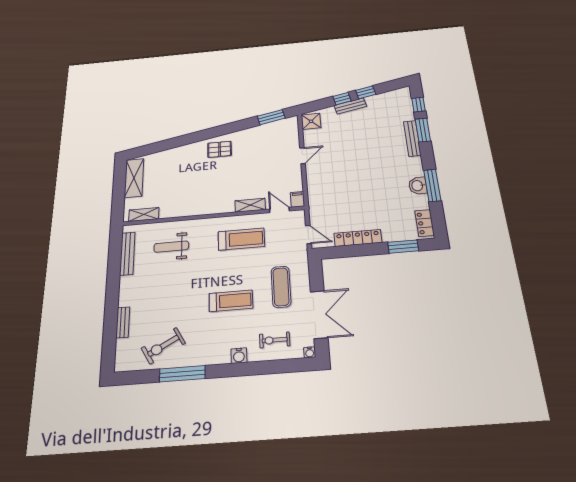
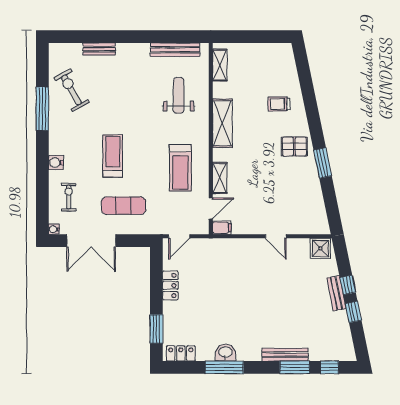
window: (271, 117) -> (323, 163), moved
pallet: (220, 149) -> (294, 146), turned 90
trolley: (181, 164) -> (279, 104), added
shelving: (134, 178) -> (222, 123), moved, turned 90
locker: (358, 238) -> (170, 285), width x0.66
treadmill: (231, 301) -> (113, 156), turned 180

